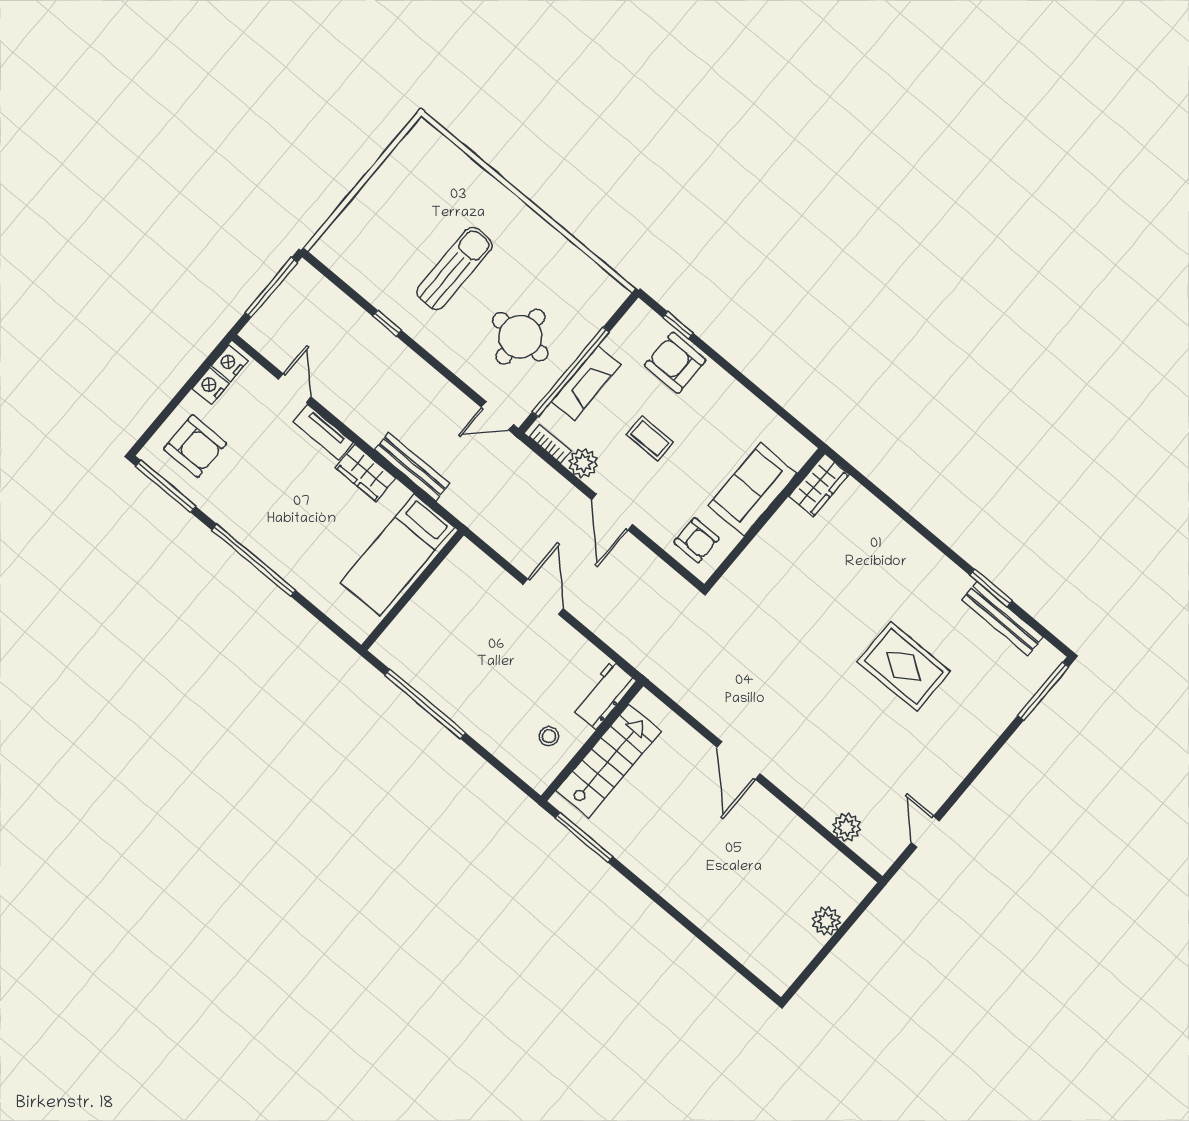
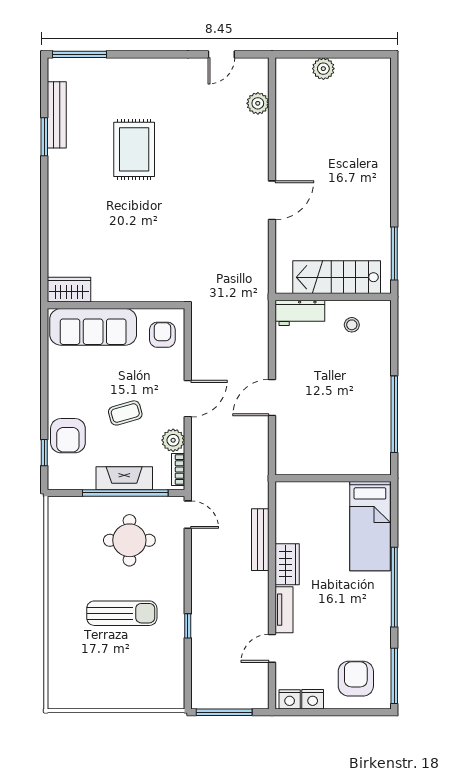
sun lounger: (454, 269) -> (122, 613), turned 180
coffee table: (650, 438) -> (125, 413), turned 74
sofa: (752, 489) -> (93, 327), width x1.36
bed: (397, 555) -> (370, 526), moved, turned 90

